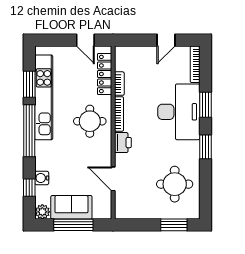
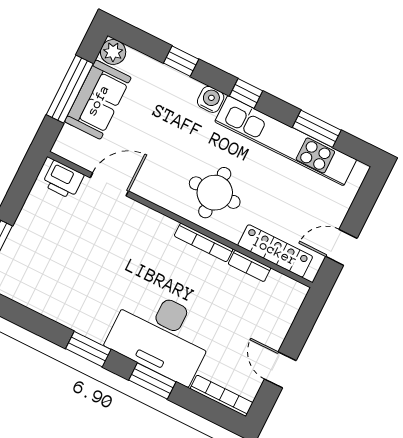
window: (29, 131) -> (246, 93), width x0.32
printer: (123, 143) -> (63, 180), moved
water cooler: (42, 178) -> (211, 99), moved
round table: (175, 184) -> (55, 274), removed
window: (29, 188) -> (181, 61), moved

